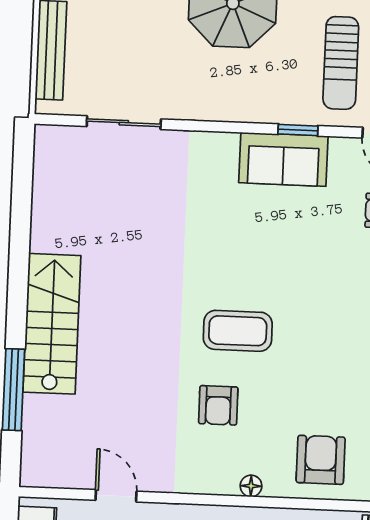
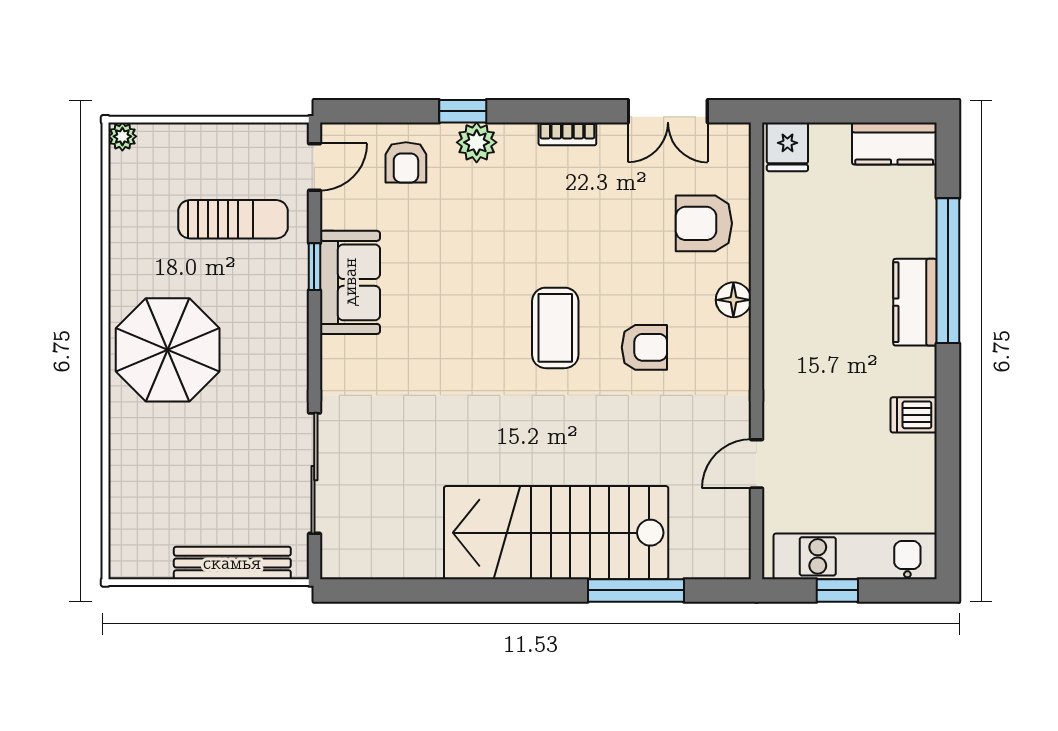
sliding door: (124, 123) -> (314, 473), width x1.37
stairs: (52, 324) -> (556, 533), width x1.36, depth x1.51
floor lamp: (251, 486) -> (733, 300), width x1.37, depth x1.37

